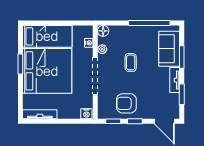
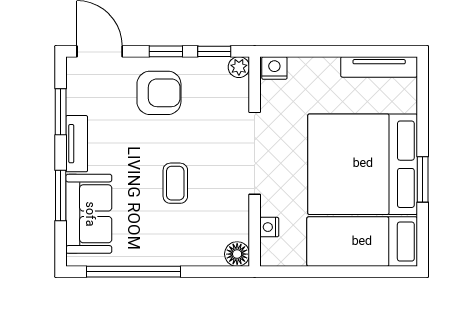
plant: (102, 49) -> (239, 67), moved
armchair: (126, 103) -> (159, 93), moved

